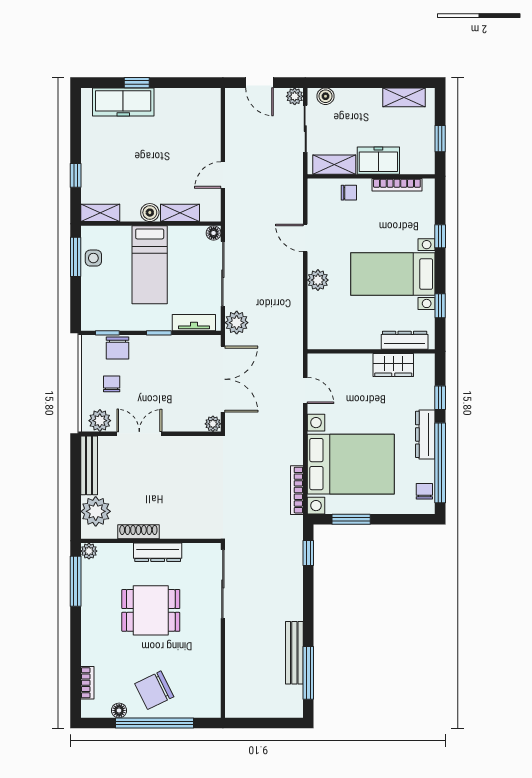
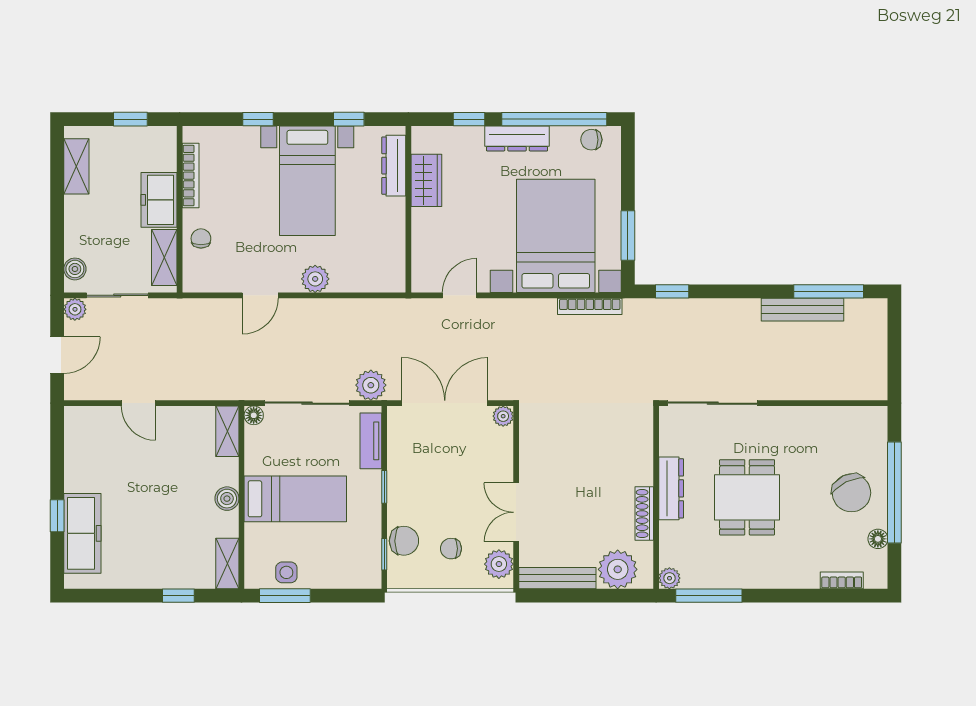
door: (223, 175) -> (138, 403), moved
shelving: (180, 213) -> (227, 431), moved

